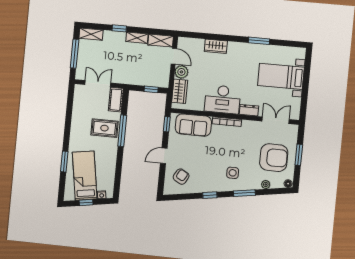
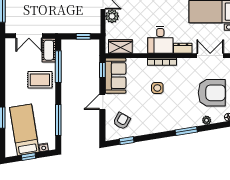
double door: (98, 84) -> (29, 36), swing flipped
wardrobe: (180, 91) -> (120, 46), moved, turned -90
desk: (222, 99) -> (160, 40), width x0.73
sofa: (193, 125) -> (116, 76), moved, turned -90
window: (122, 131) -> (58, 67), moved
window: (118, 169) -> (58, 120), added
side table: (233, 173) -> (157, 88), moved
window: (210, 195) -> (127, 141), moved

